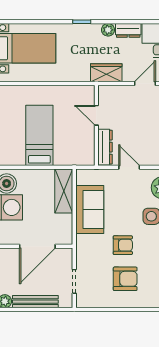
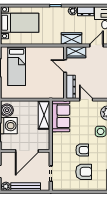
wardrobe: (113, 94) -> (76, 52), added
bed: (39, 135) -> (17, 66), moved, turned 180
sofa: (90, 209) -> (61, 116), moved

